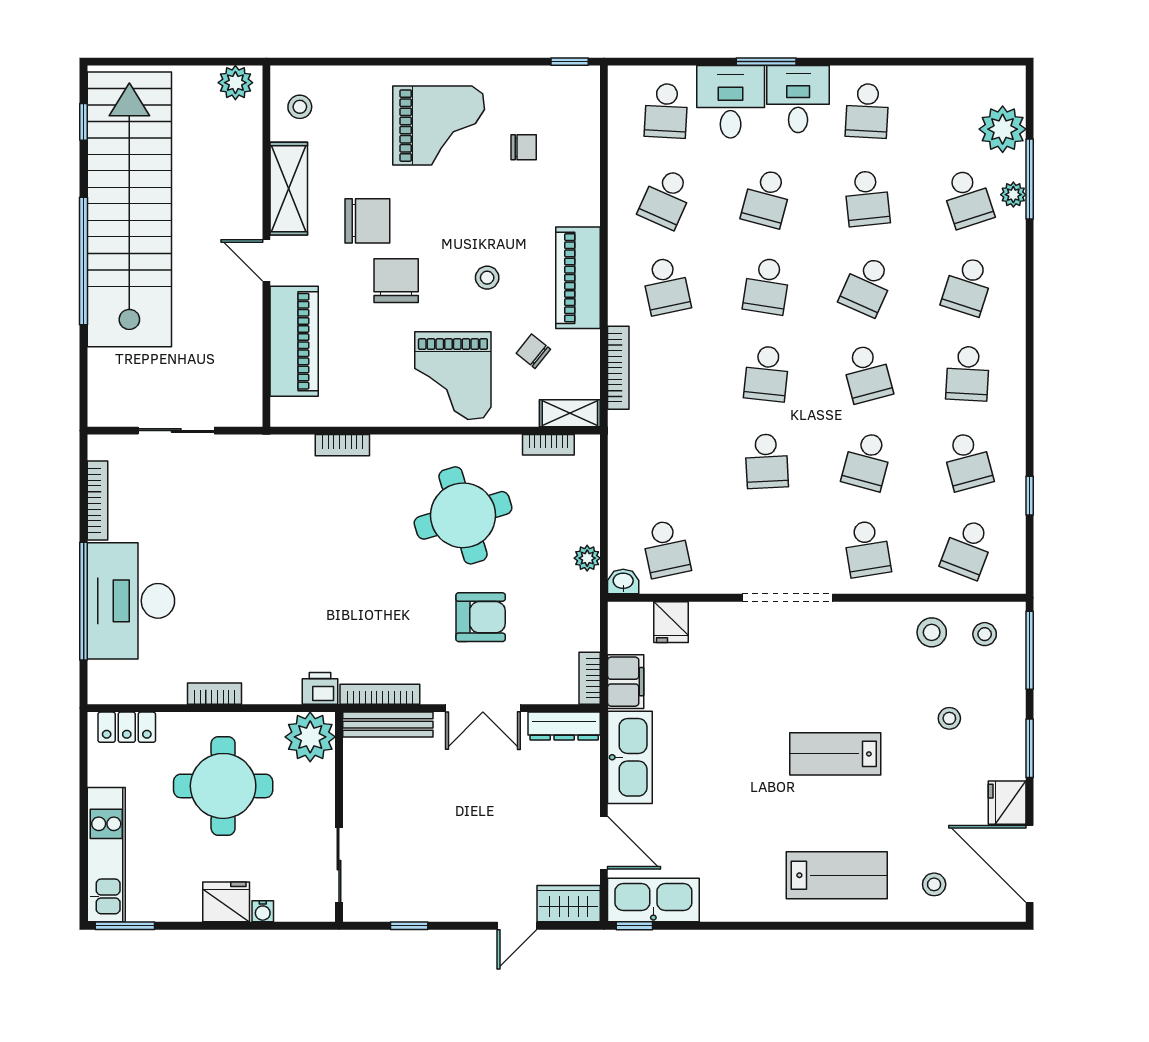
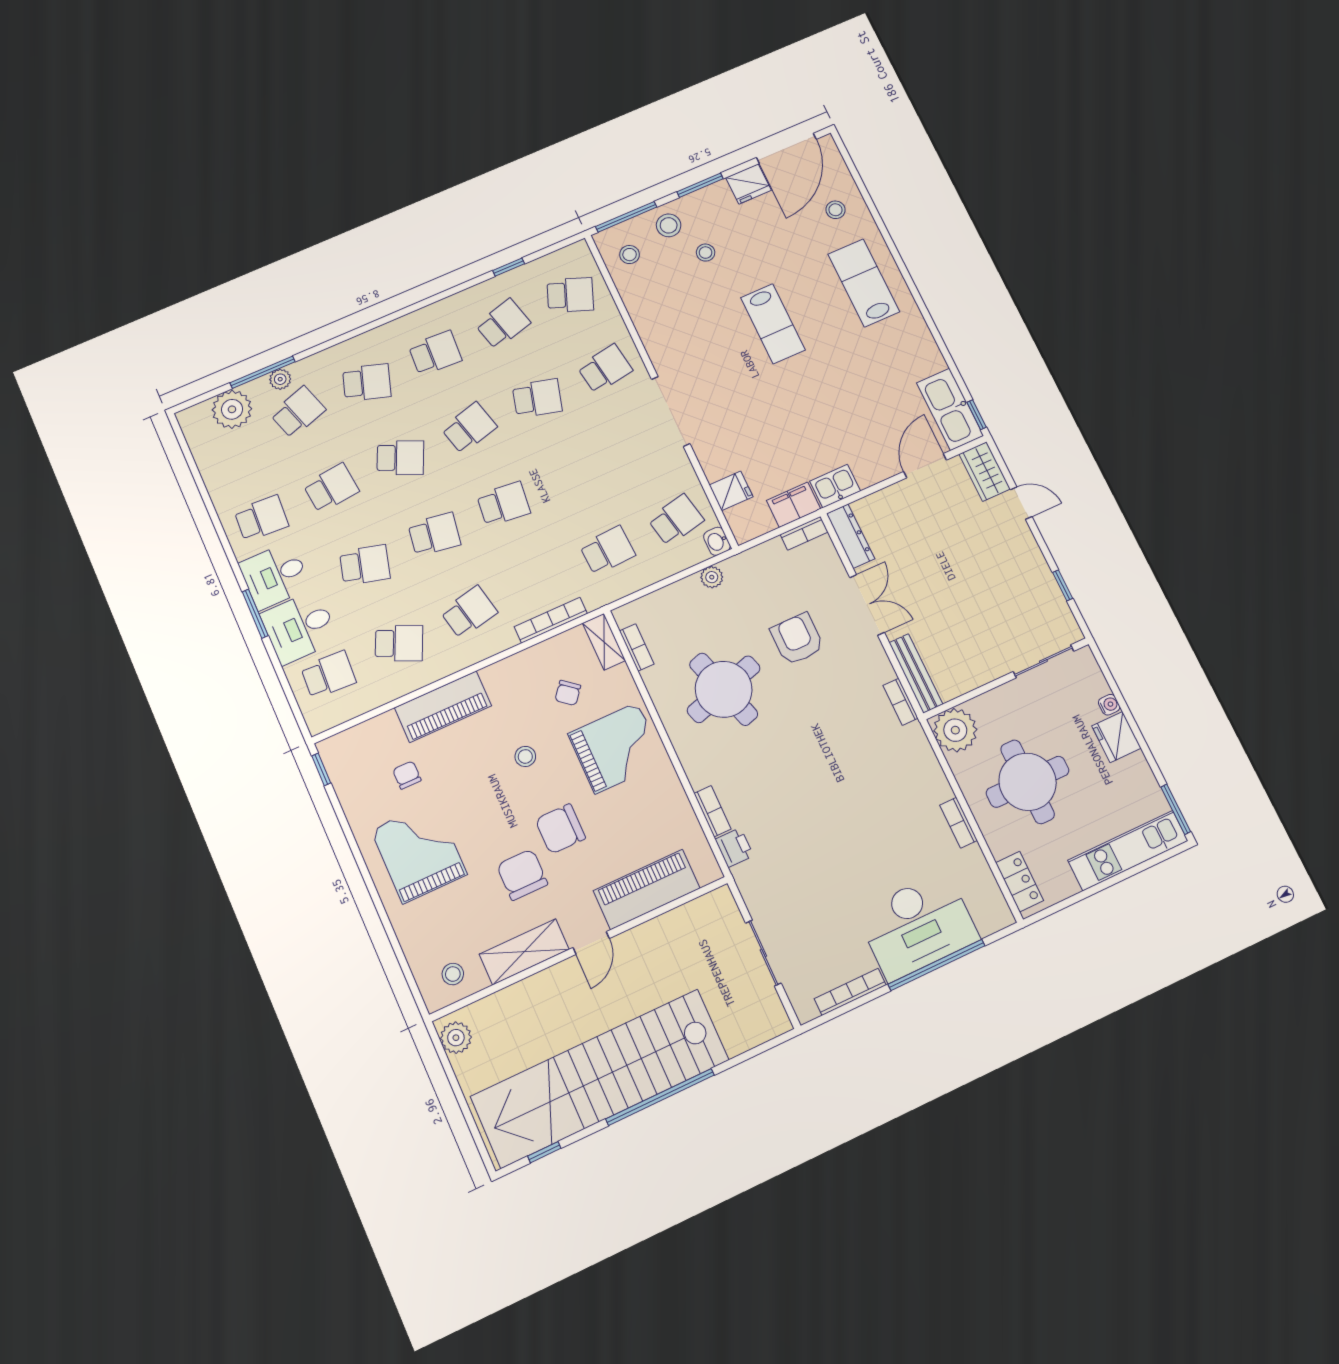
piano: (578, 278) -> (443, 707), moved
school desk: (767, 461) -> (607, 550), moved
stool: (932, 632) -> (669, 225), moved
printer: (320, 688) -> (734, 848), moved, turned 180
bookcase: (380, 694) -> (901, 702), width x0.64
kitchen sink: (630, 757) -> (835, 486), width x0.53, depth x0.81

